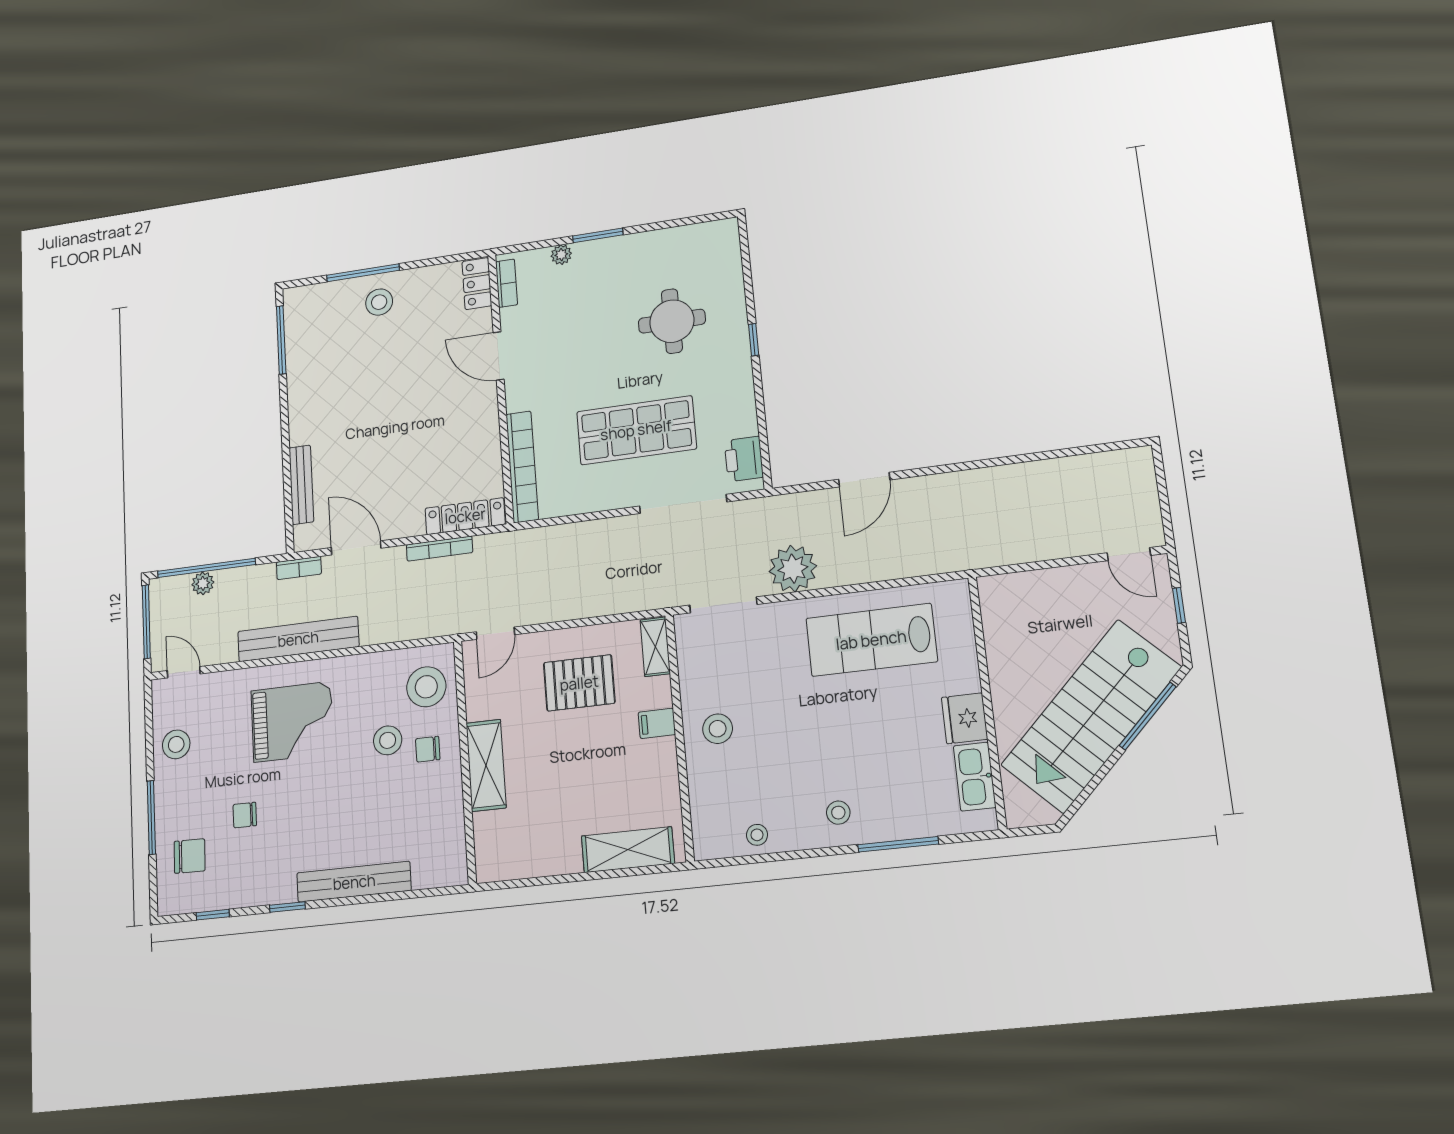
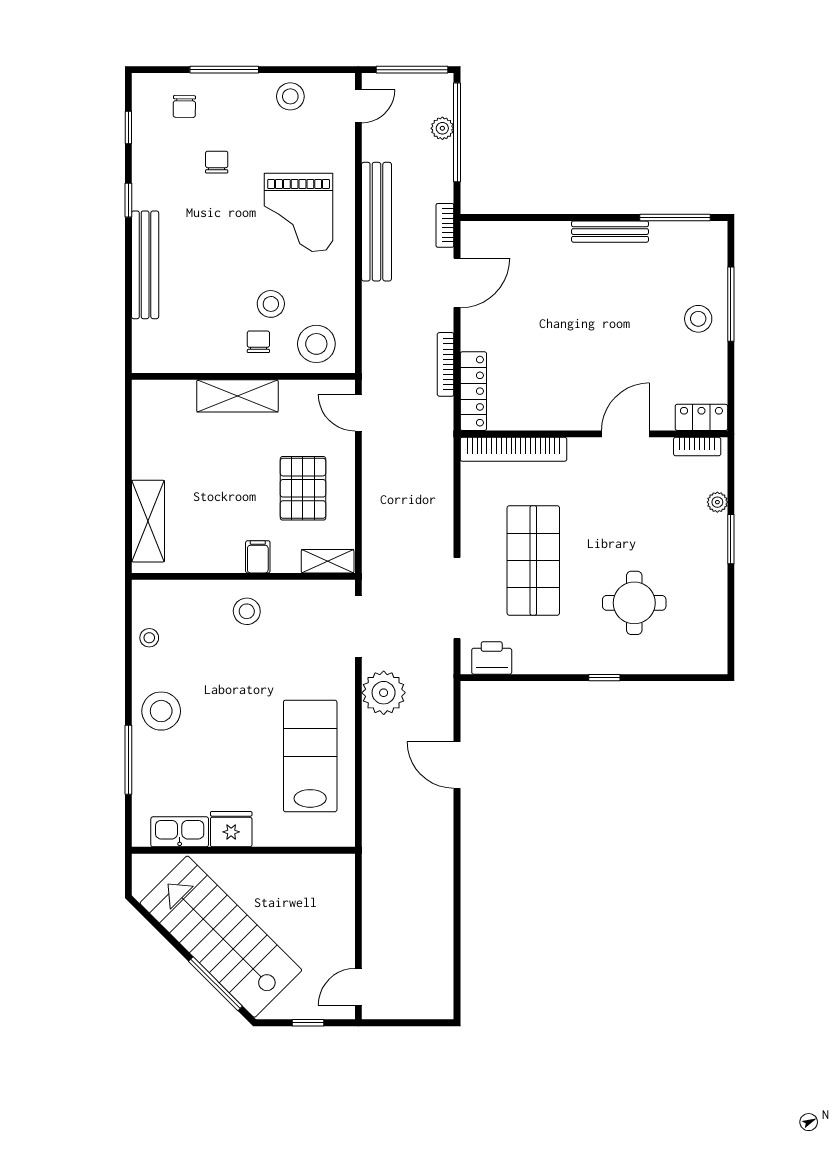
bench: (301, 485) -> (610, 232), moved
stool: (838, 813) -> (161, 711), width x1.89, depth x1.89
chair: (190, 856) -> (184, 106), width x0.73, depth x0.73

